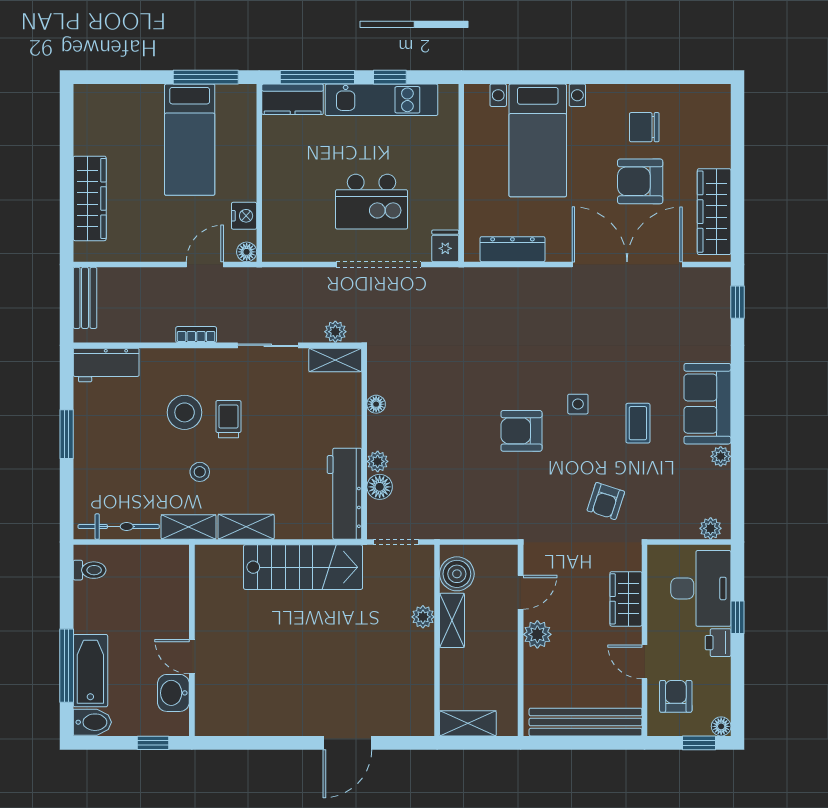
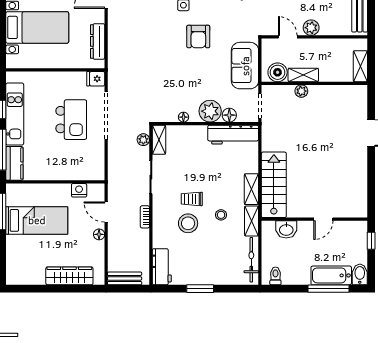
floor lamp: (247, 252) -> (99, 234), moved
plant: (378, 461) -> (210, 111), width x1.88, depth x1.88
sofa: (469, 515) -> (245, 66), added
stairs: (303, 567) -> (274, 185), moved
washbasin: (173, 693) -> (286, 229), moved

